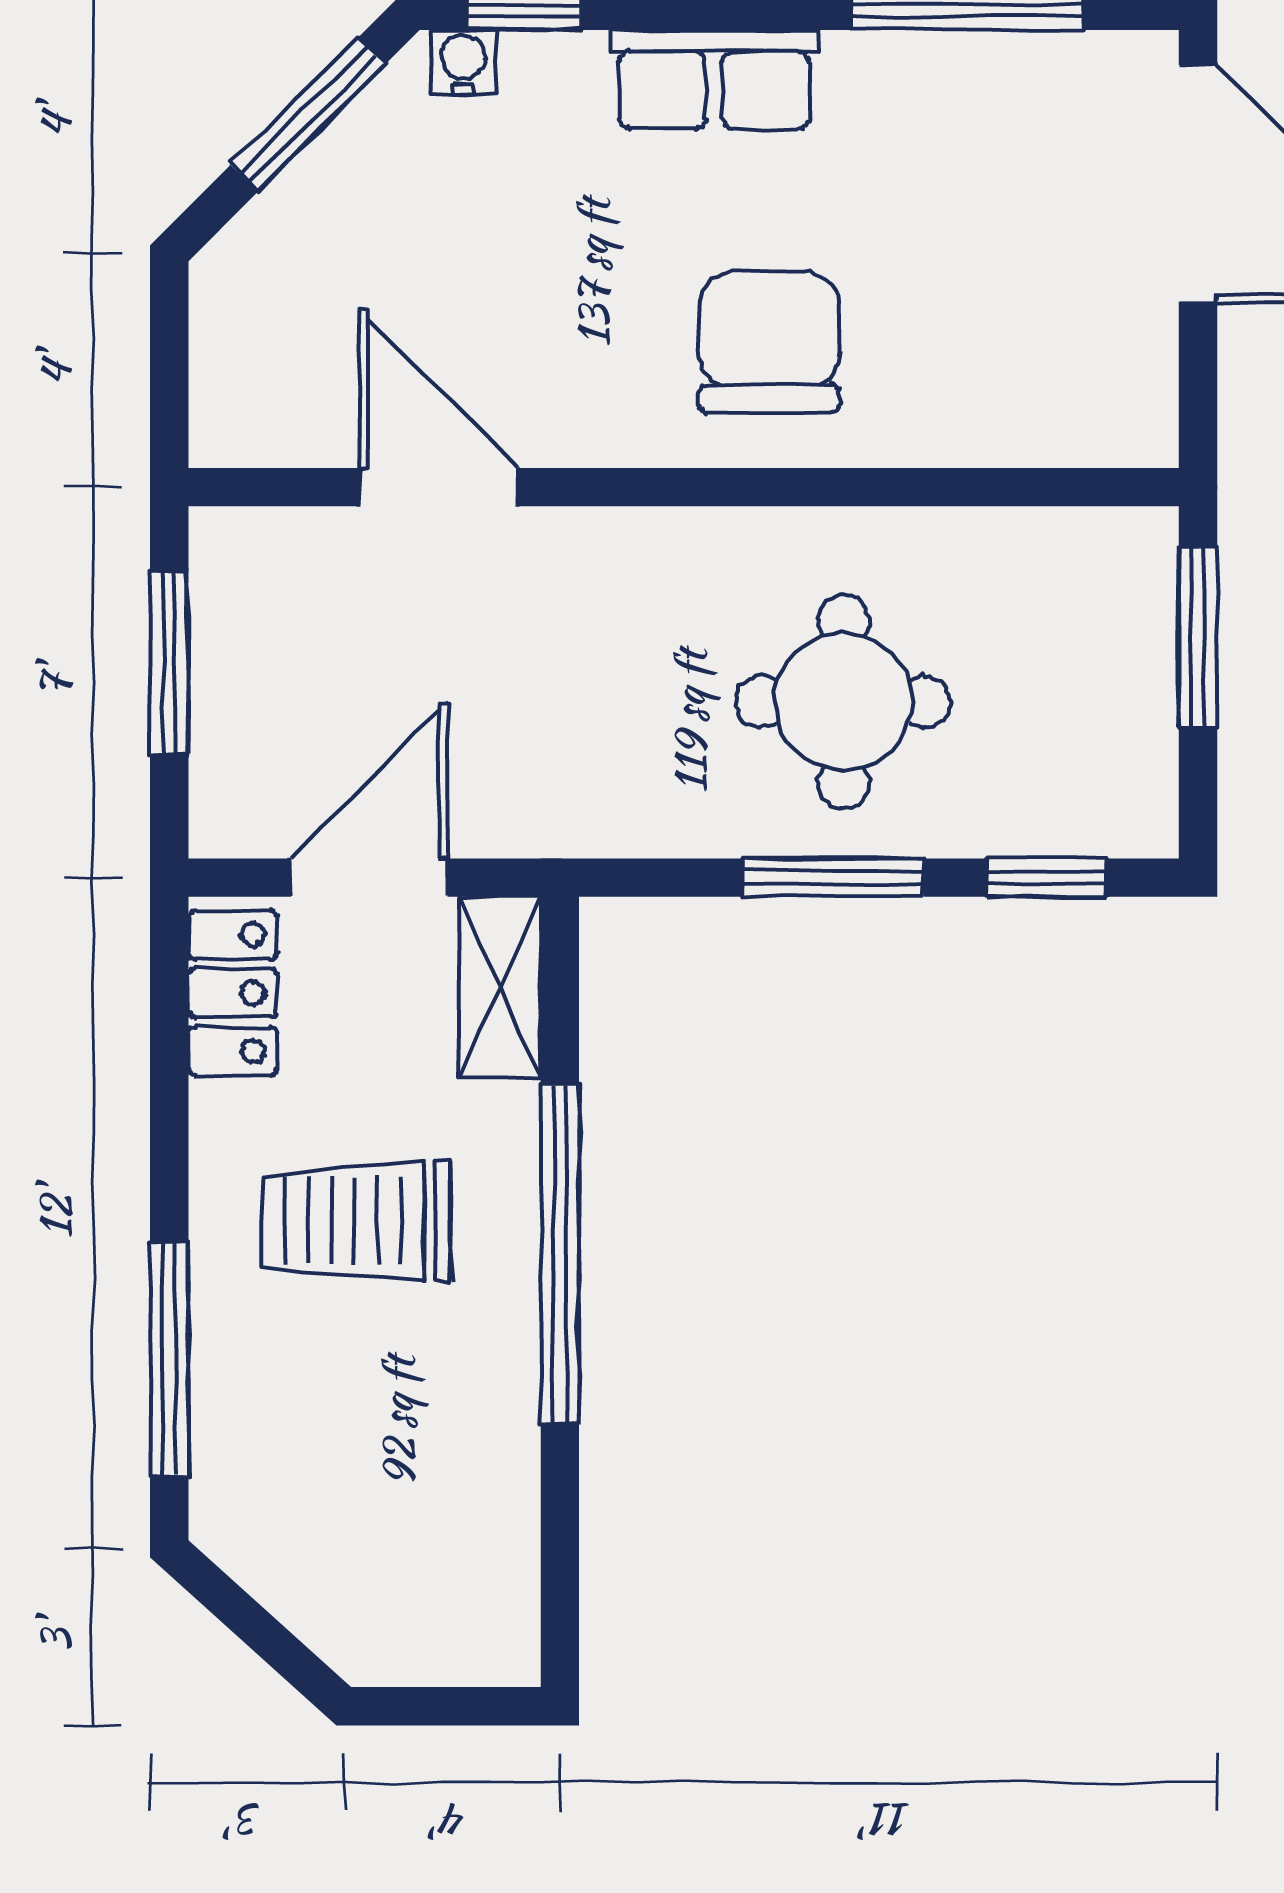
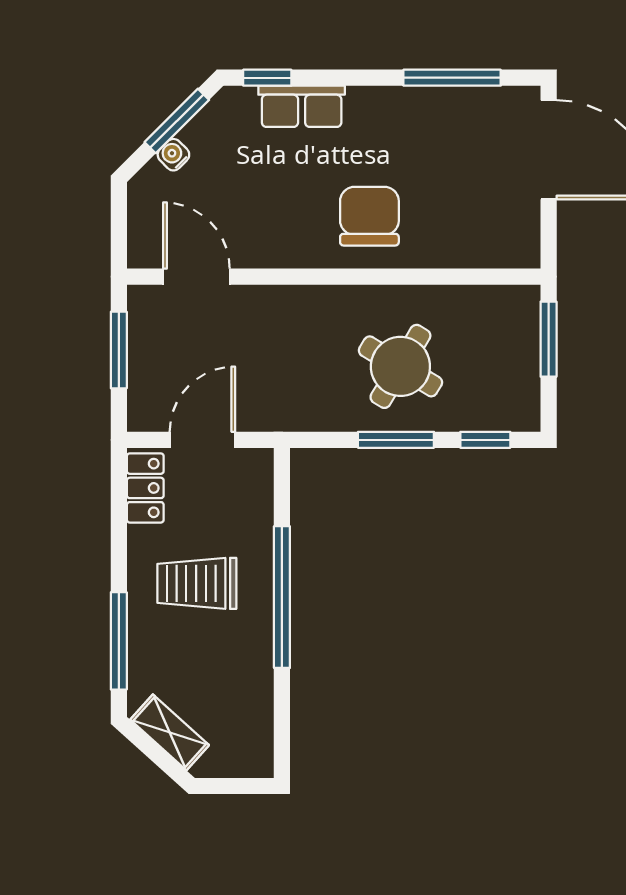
water cooler: (463, 62) -> (173, 155), moved, turned -45
row of seats: (714, 79) -> (302, 106), moved
door: (439, 487) -> (196, 277), moved
round table: (843, 702) -> (400, 366), turned 31
shelving: (500, 987) -> (170, 732), moved, turned -48

